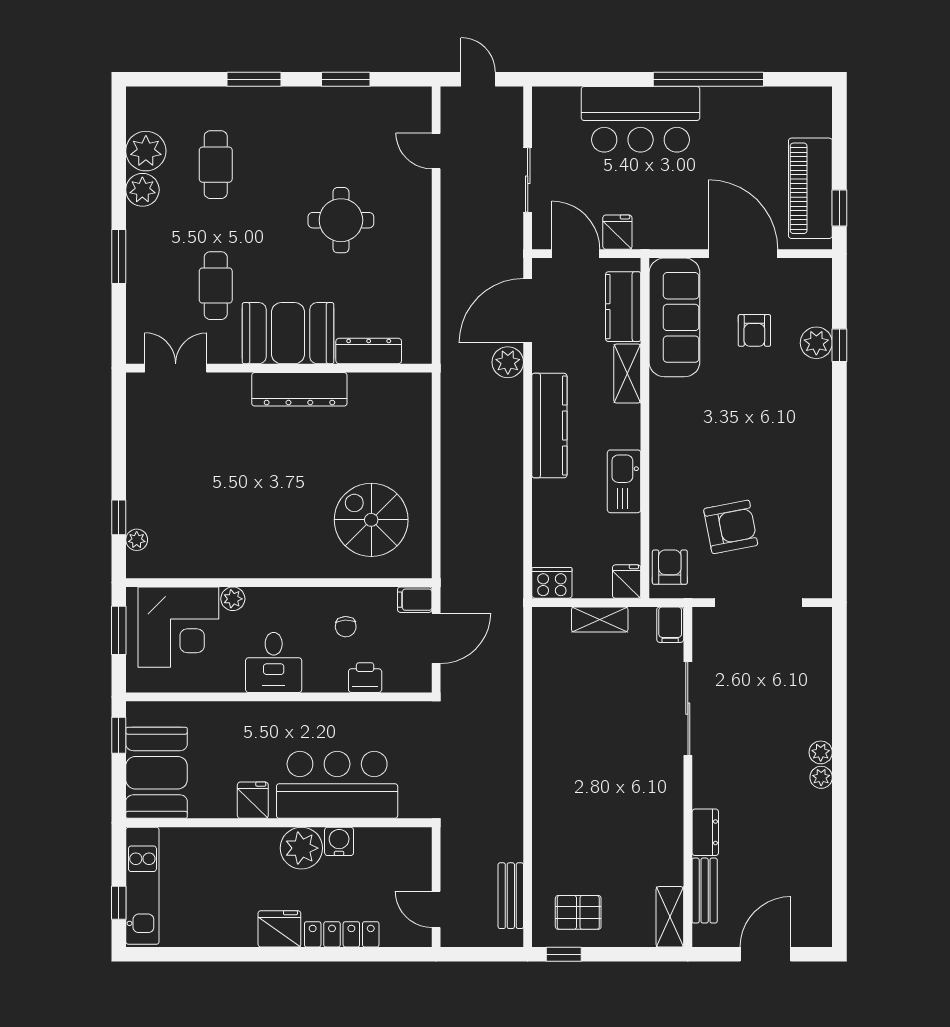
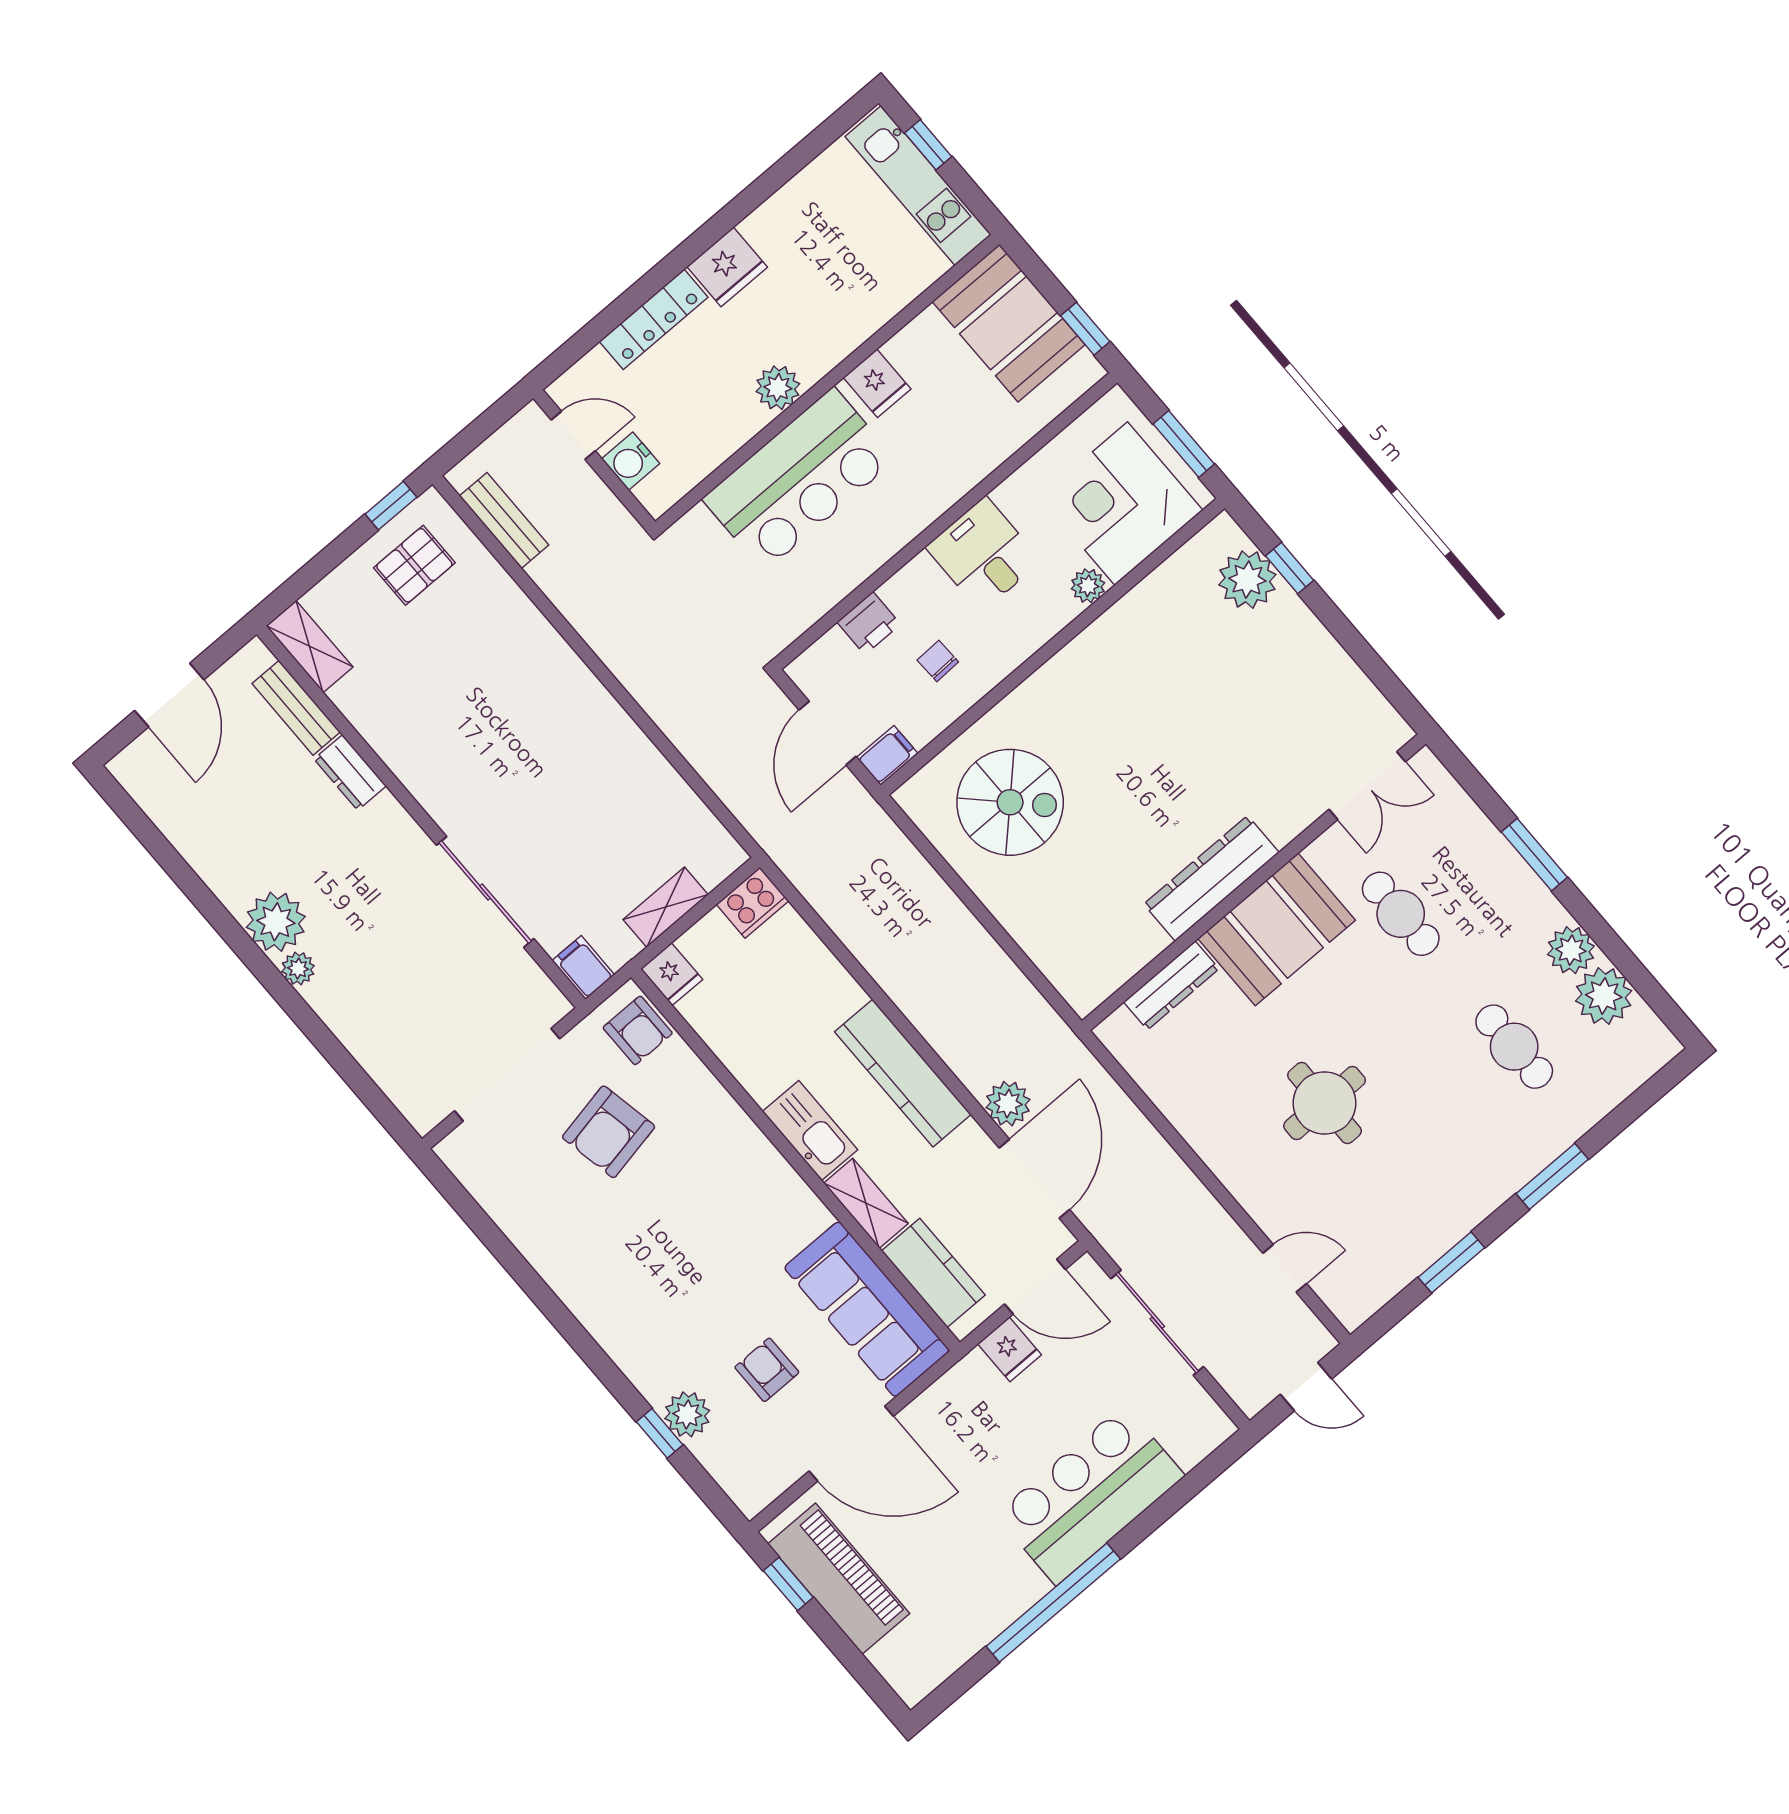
sliding door: (528, 180) -> (1157, 1323), width x1.37
kitchen sink: (624, 481) -> (810, 1131), moved
plant: (137, 540) -> (1247, 580), width x1.87, depth x1.87
plant: (821, 777) -> (276, 922), width x1.87, depth x1.87
water cooler: (339, 841) -> (631, 461), moved, turned 90
plant: (301, 848) -> (778, 388), width x0.73, depth x0.73

